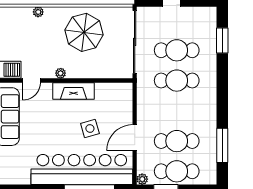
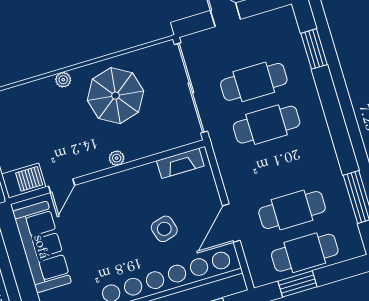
plant: (38, 12) -> (63, 80), moved
plant: (61, 73) -> (117, 158), moved
fireplace: (73, 91) -> (180, 163), moved, width x0.73, depth x0.76
plant: (142, 179) -> (259, 278), removed

